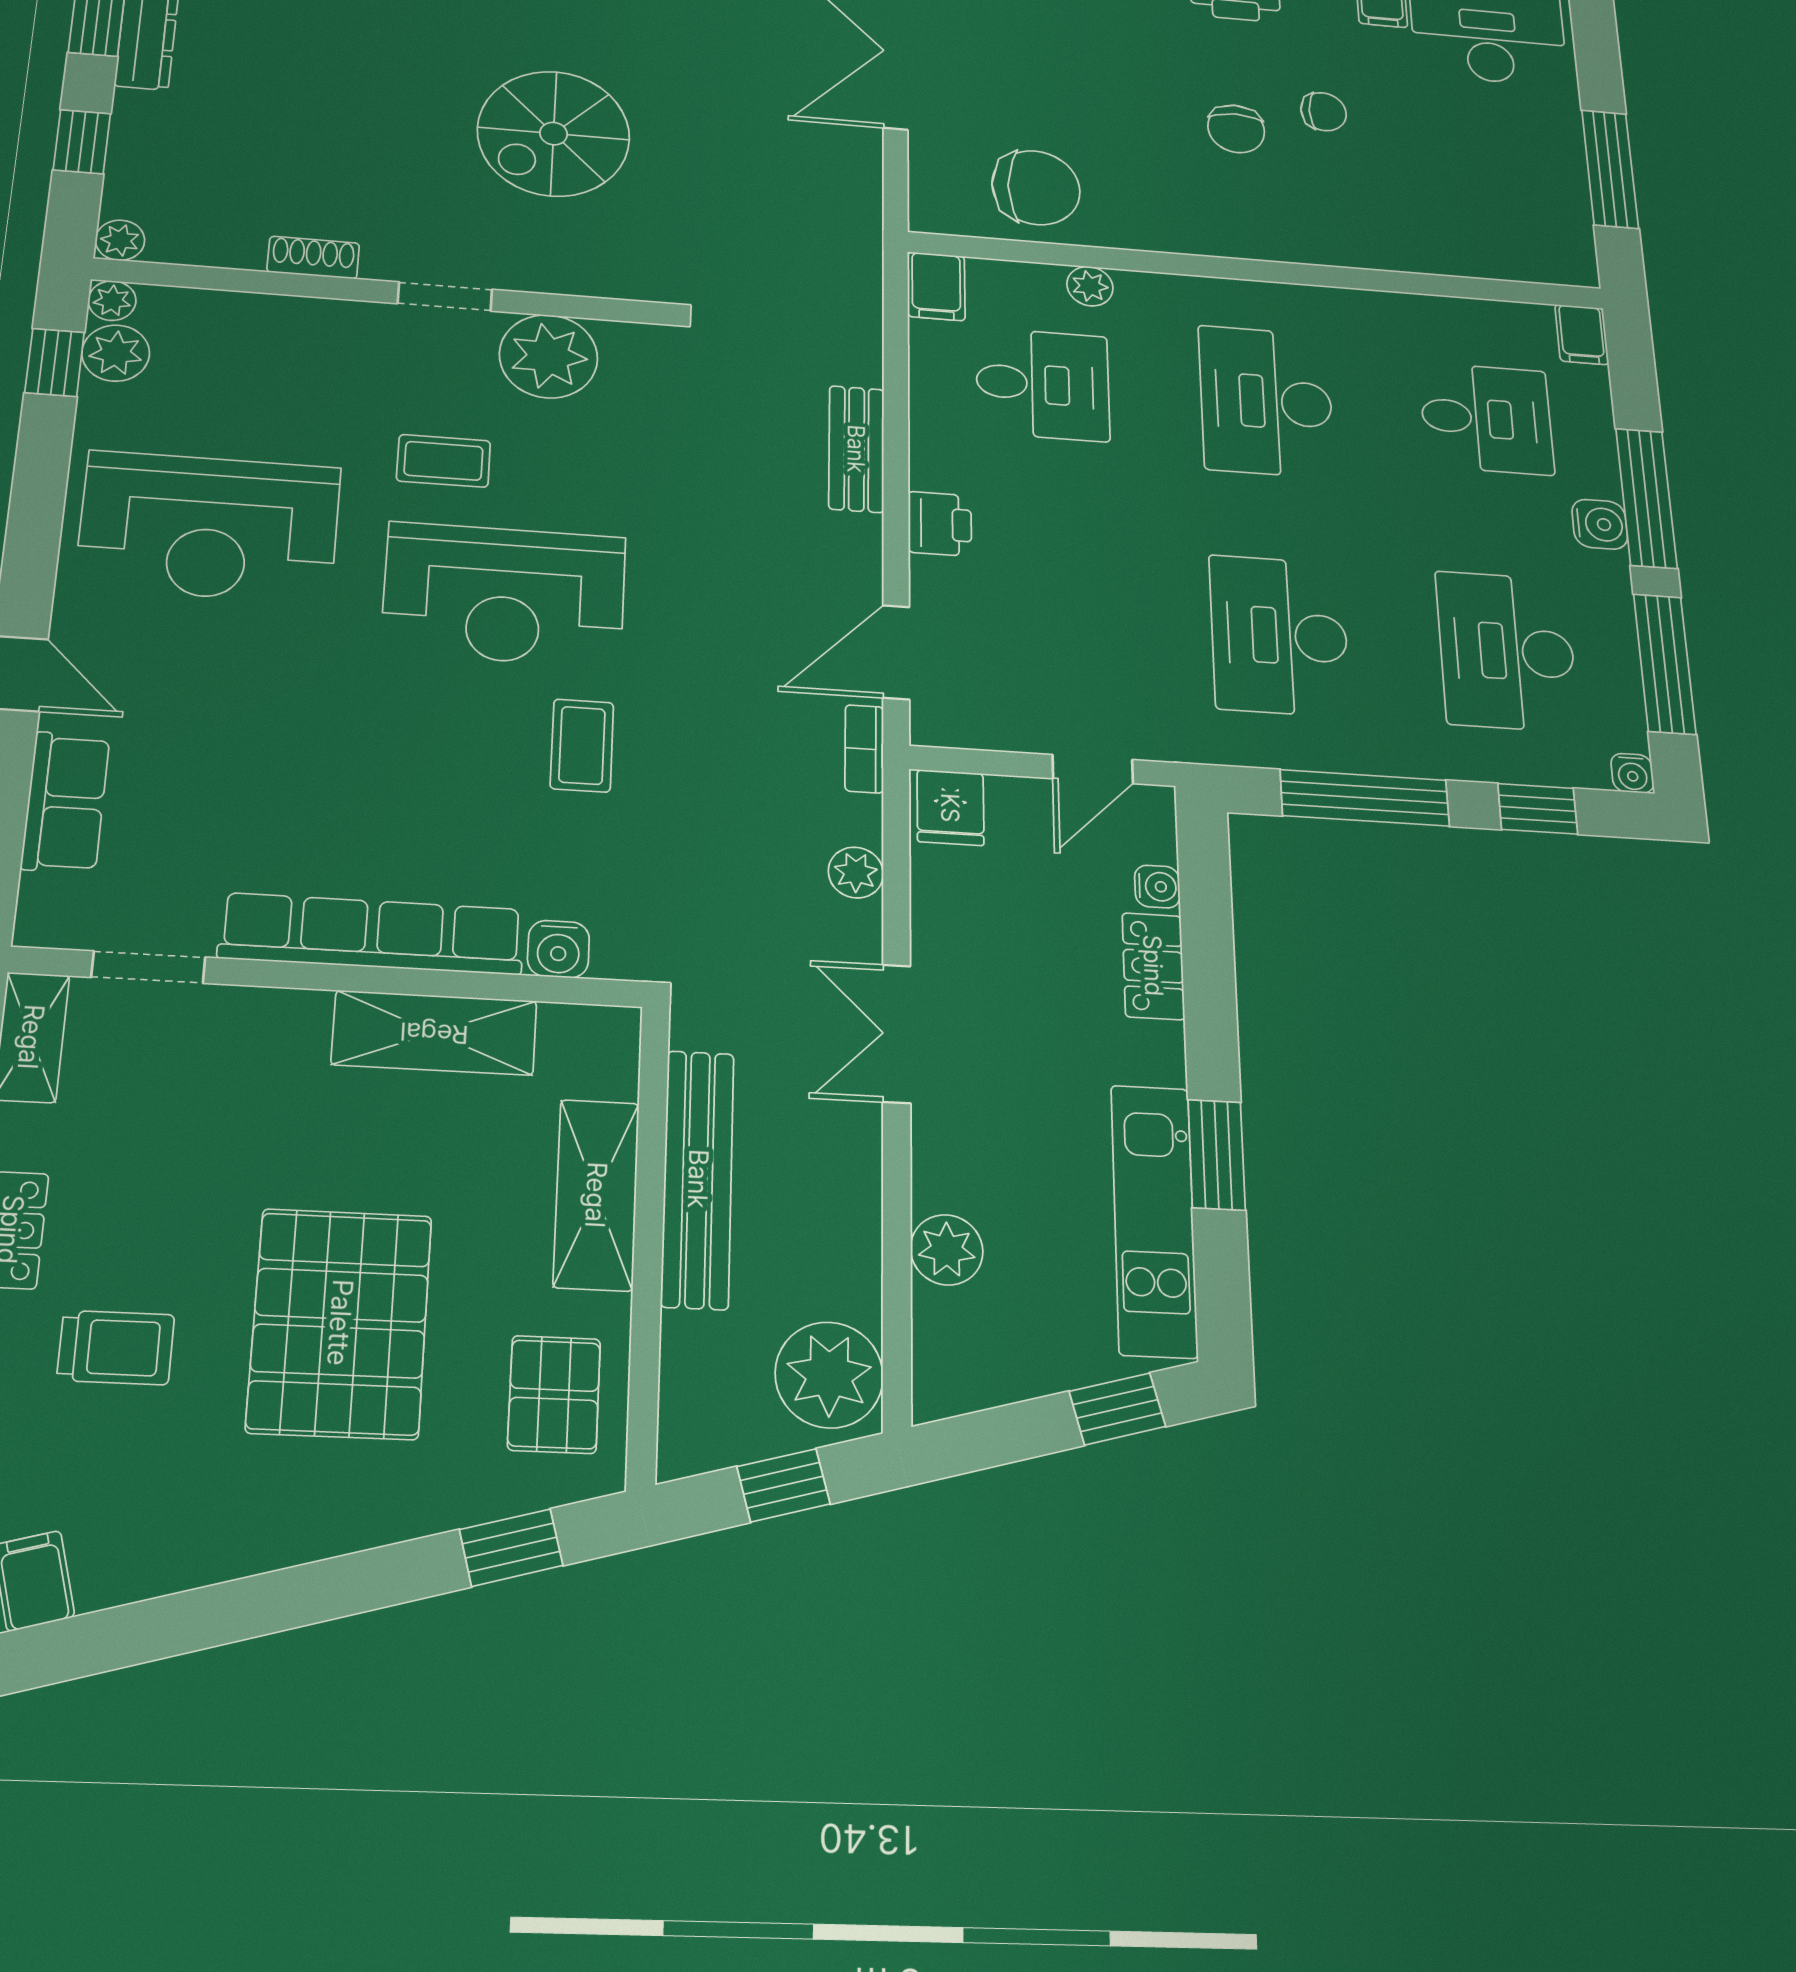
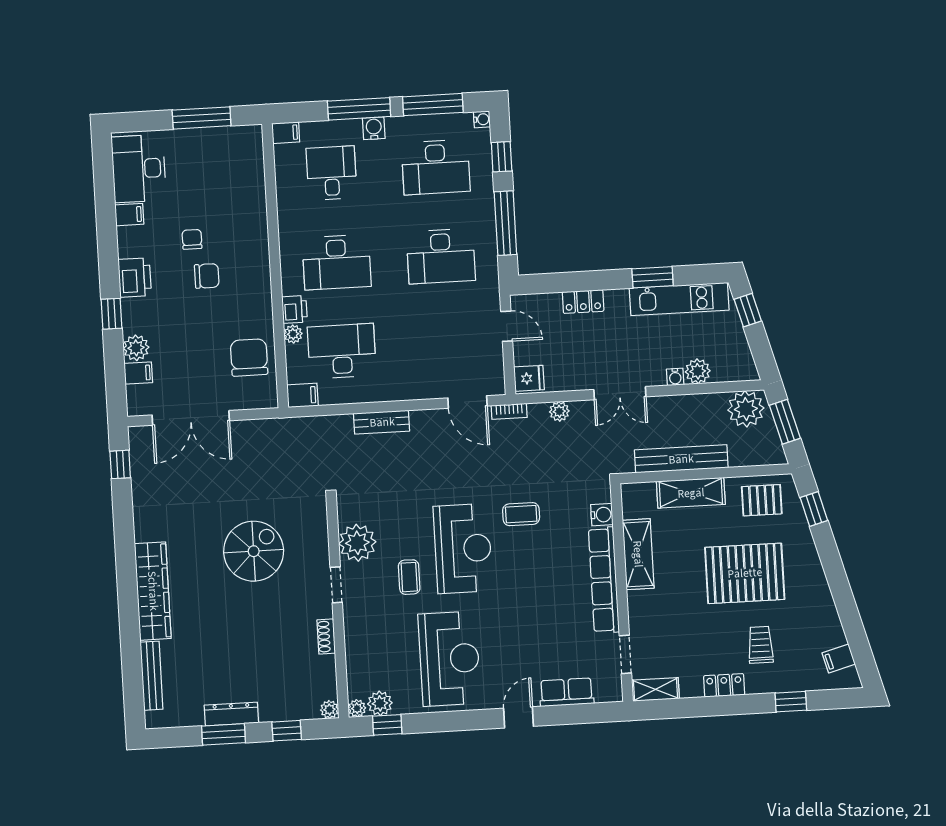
spiral stairs: (554, 134) -> (254, 551), turned -90
desk: (1043, 384) -> (342, 351), width x1.37
printer: (940, 524) -> (294, 309), moved, turned 90
water cooler: (1157, 887) -> (675, 377), moved, turned 180
window: (783, 1485) -> (785, 422), width x1.50

